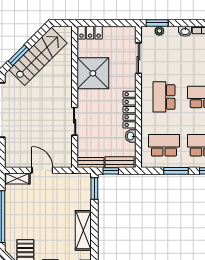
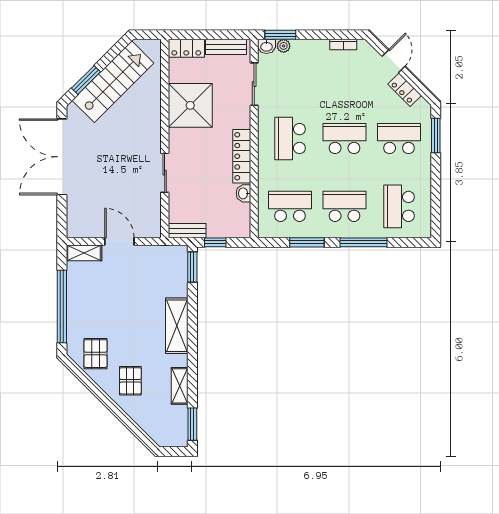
washbasin: (185, 31) -> (267, 46), moved
bench: (119, 162) -> (226, 47), moved

